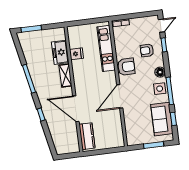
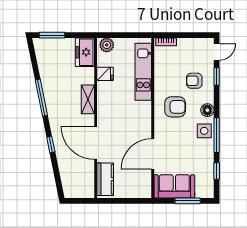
plant: (75, 31) -> (107, 45), added
freezer: (60, 52) -> (85, 52), moved
armchair: (126, 67) -> (175, 107), moved
door: (120, 96) -> (153, 154), moved
sofa: (162, 119) -> (174, 186), moved, turned 90

